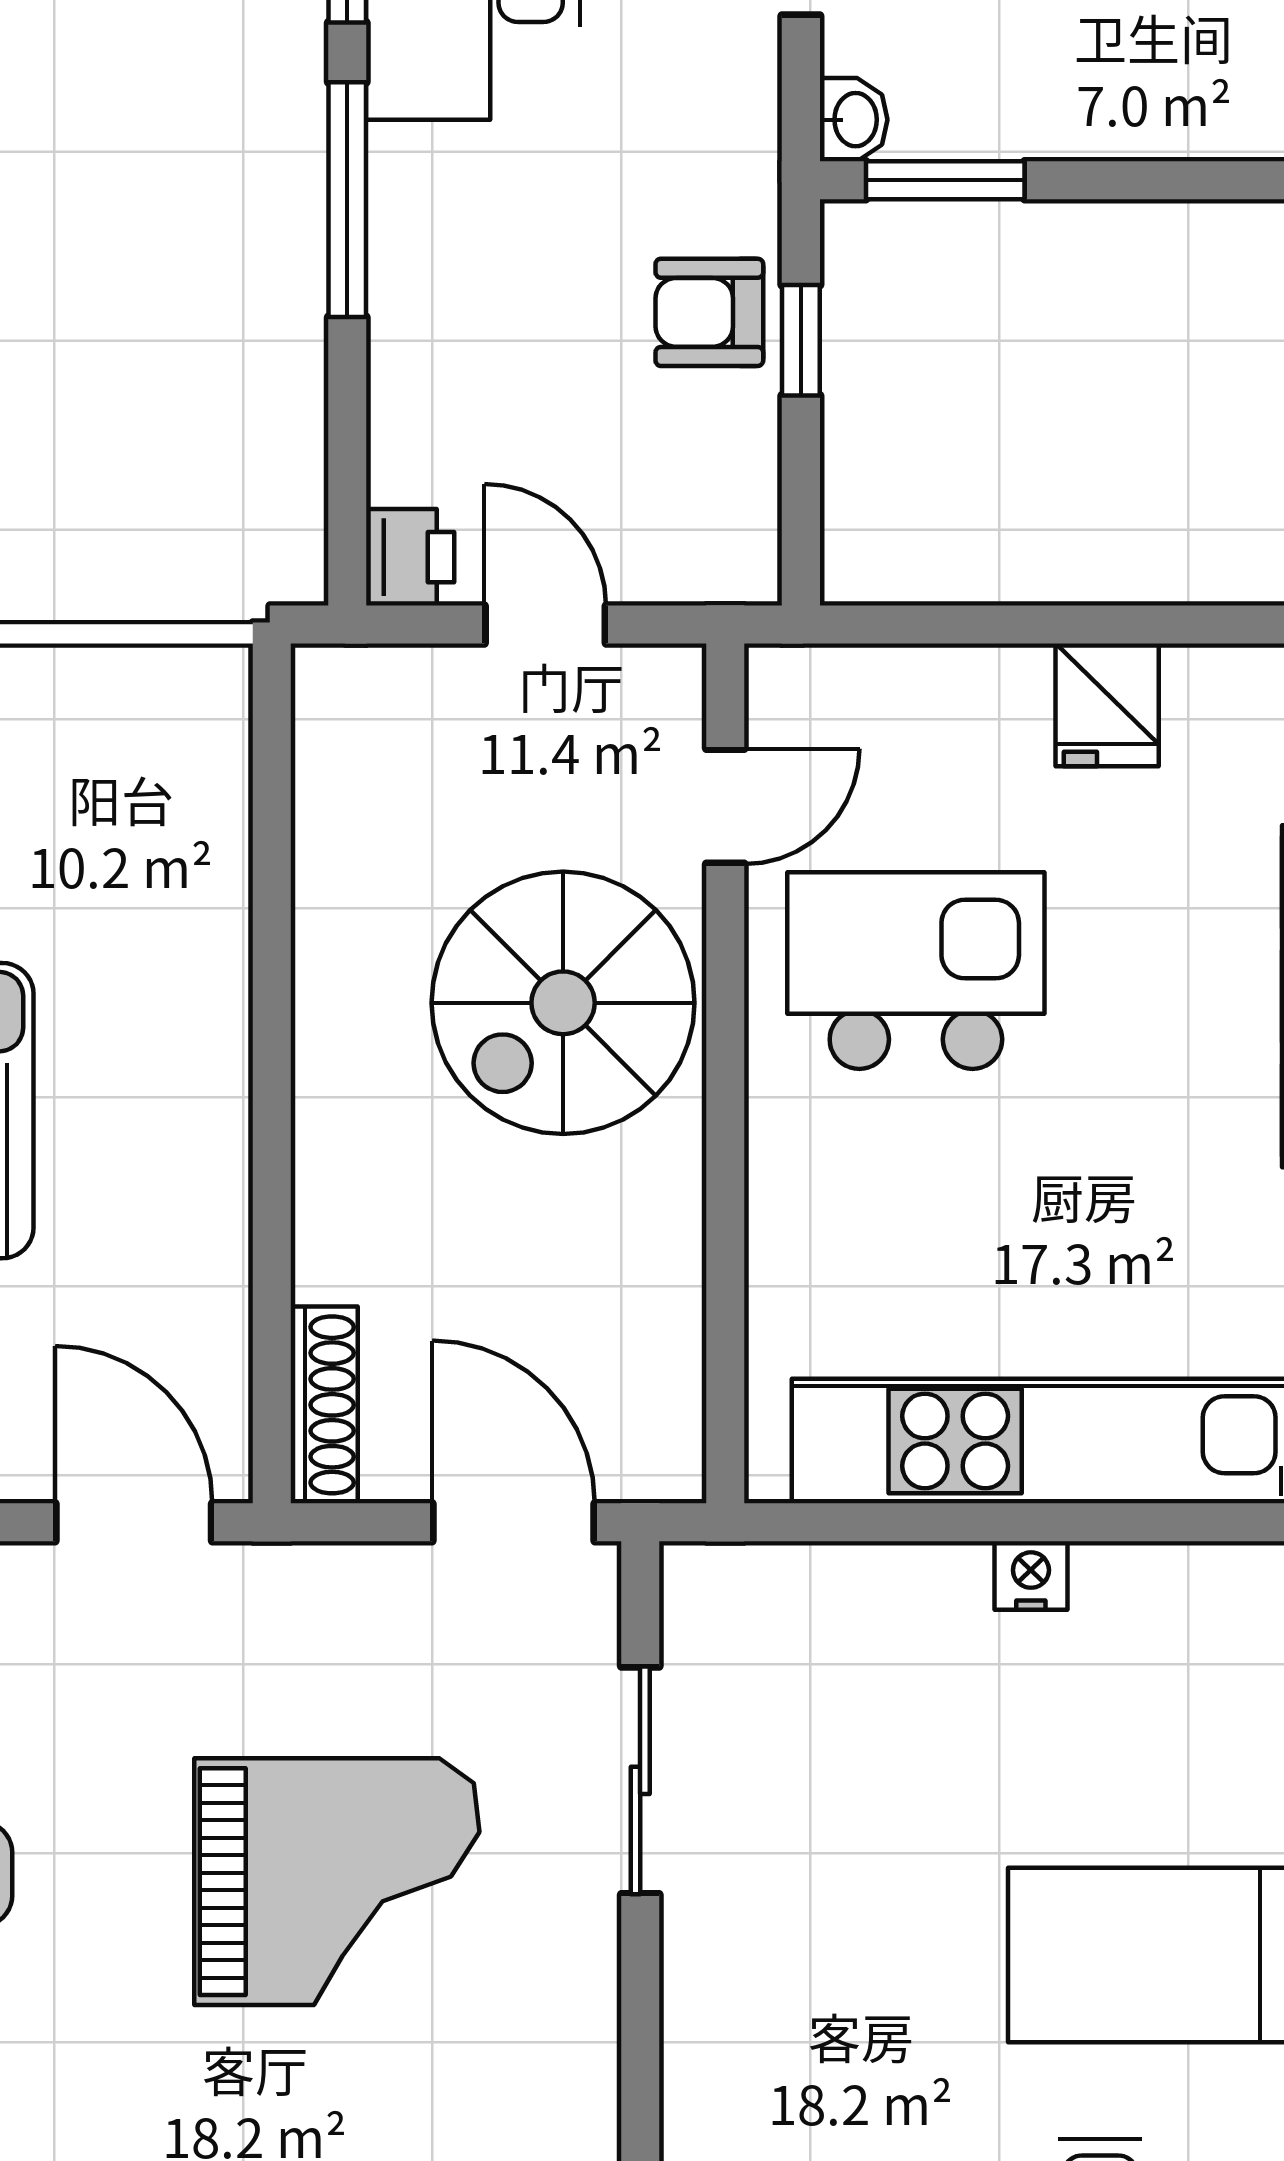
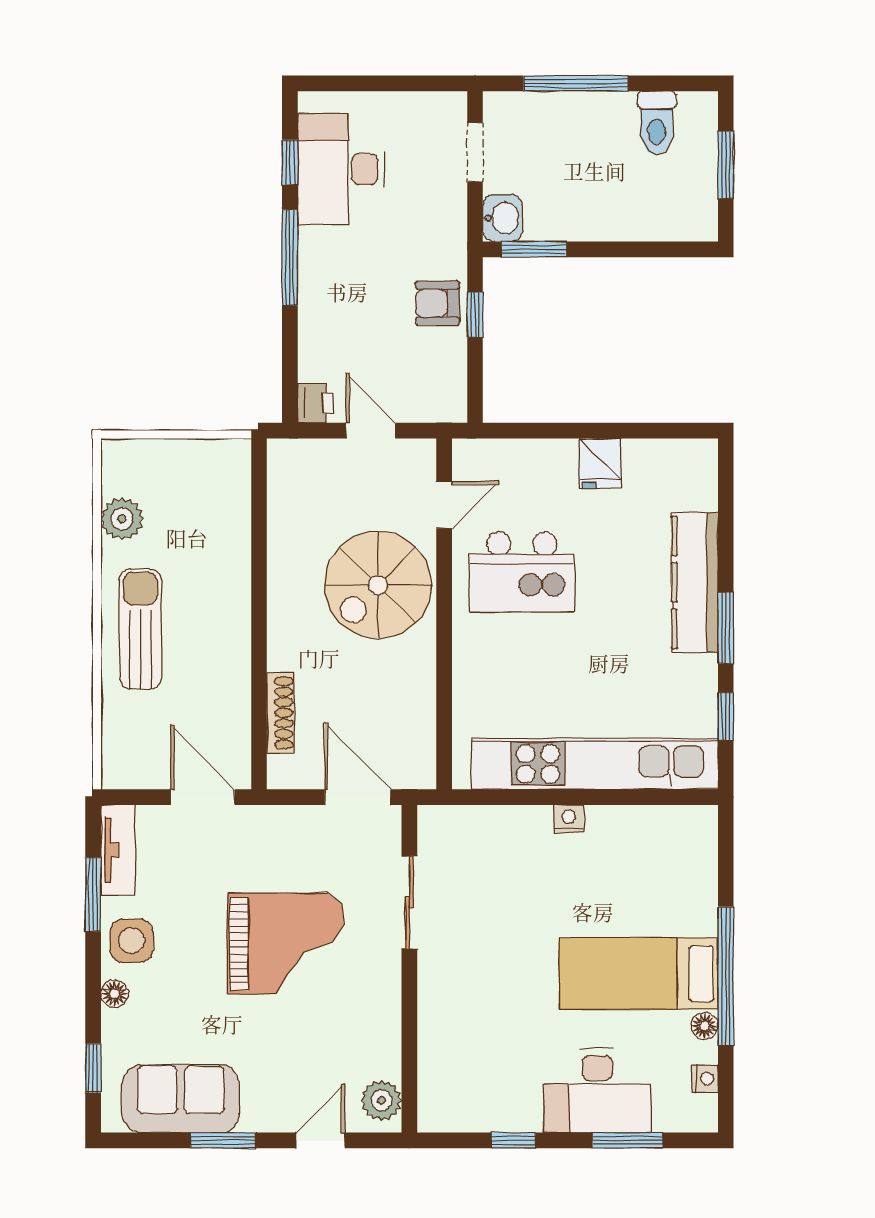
washbasin: (854, 120) -> (503, 218), width x1.38, depth x1.45
kitchen island: (916, 971) -> (522, 572), turned 180
shoe rack: (324, 1405) -> (280, 713), moved

